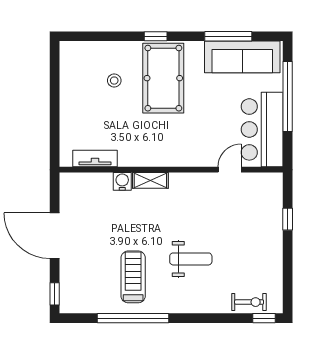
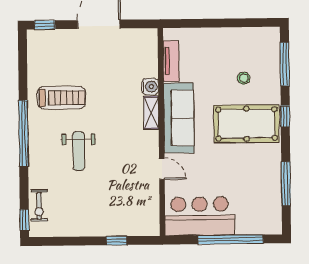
window: (99, 36) -> (285, 64), added
sofa: (242, 57) -> (179, 118), moved, turned 180
door: (230, 170) -> (162, 169), moved
window: (133, 318) -> (23, 133), moved

